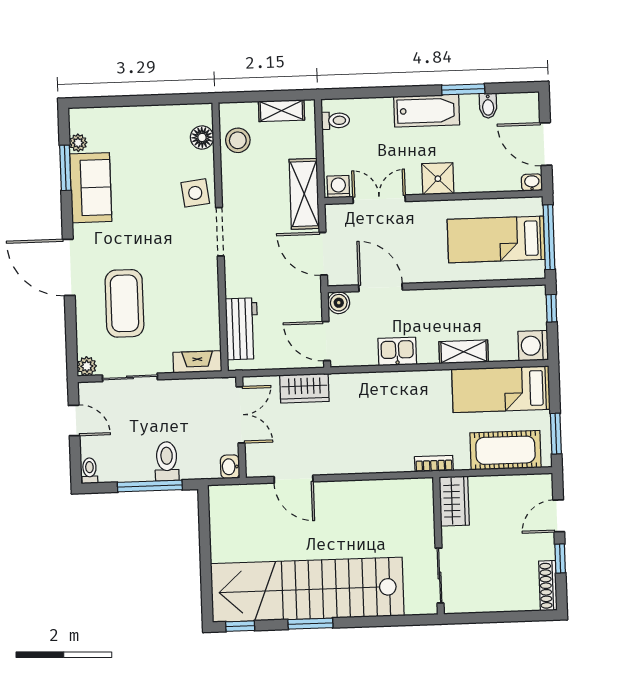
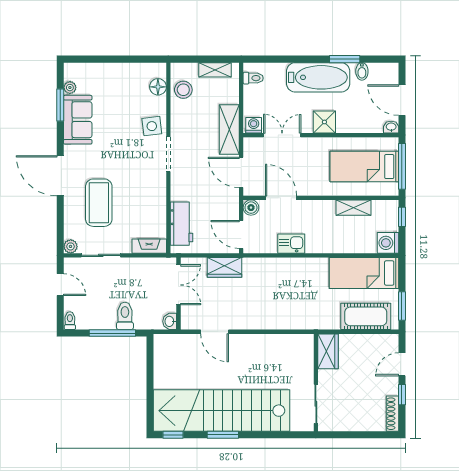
bathtub: (427, 111) -> (318, 77), width x1.36, depth x1.36
shelving: (464, 352) -> (353, 208), moved
bookcase: (434, 464) -> (315, 324), removed

